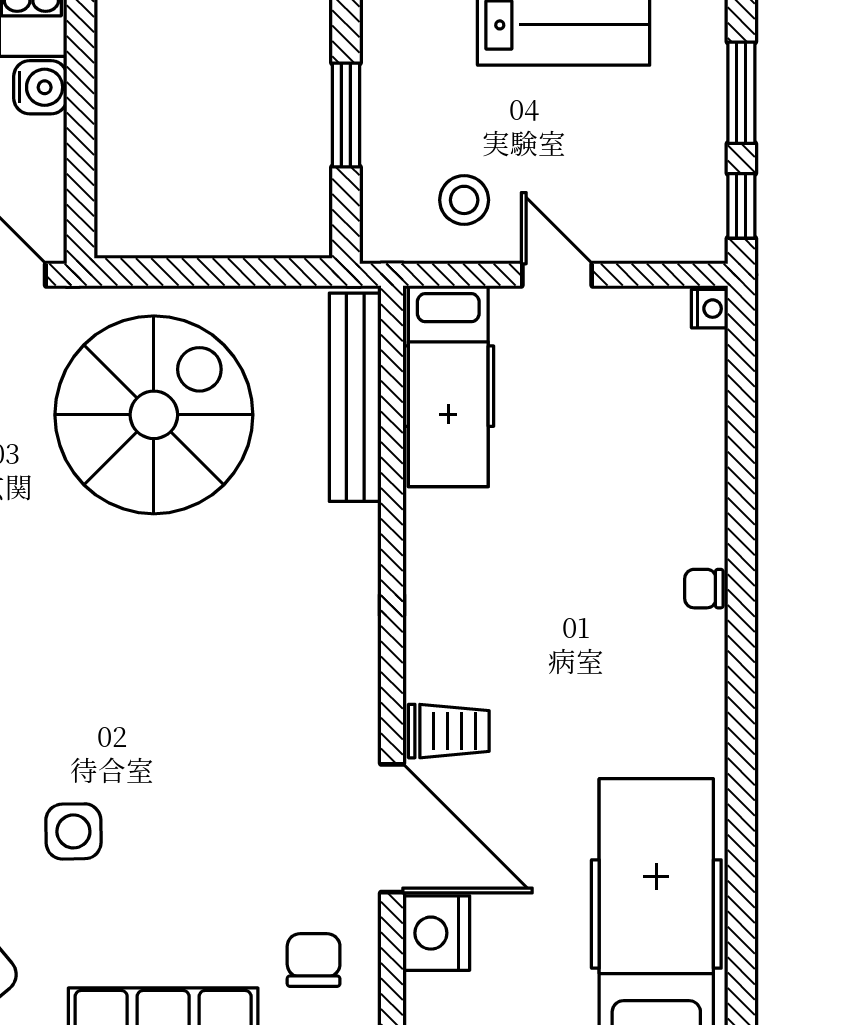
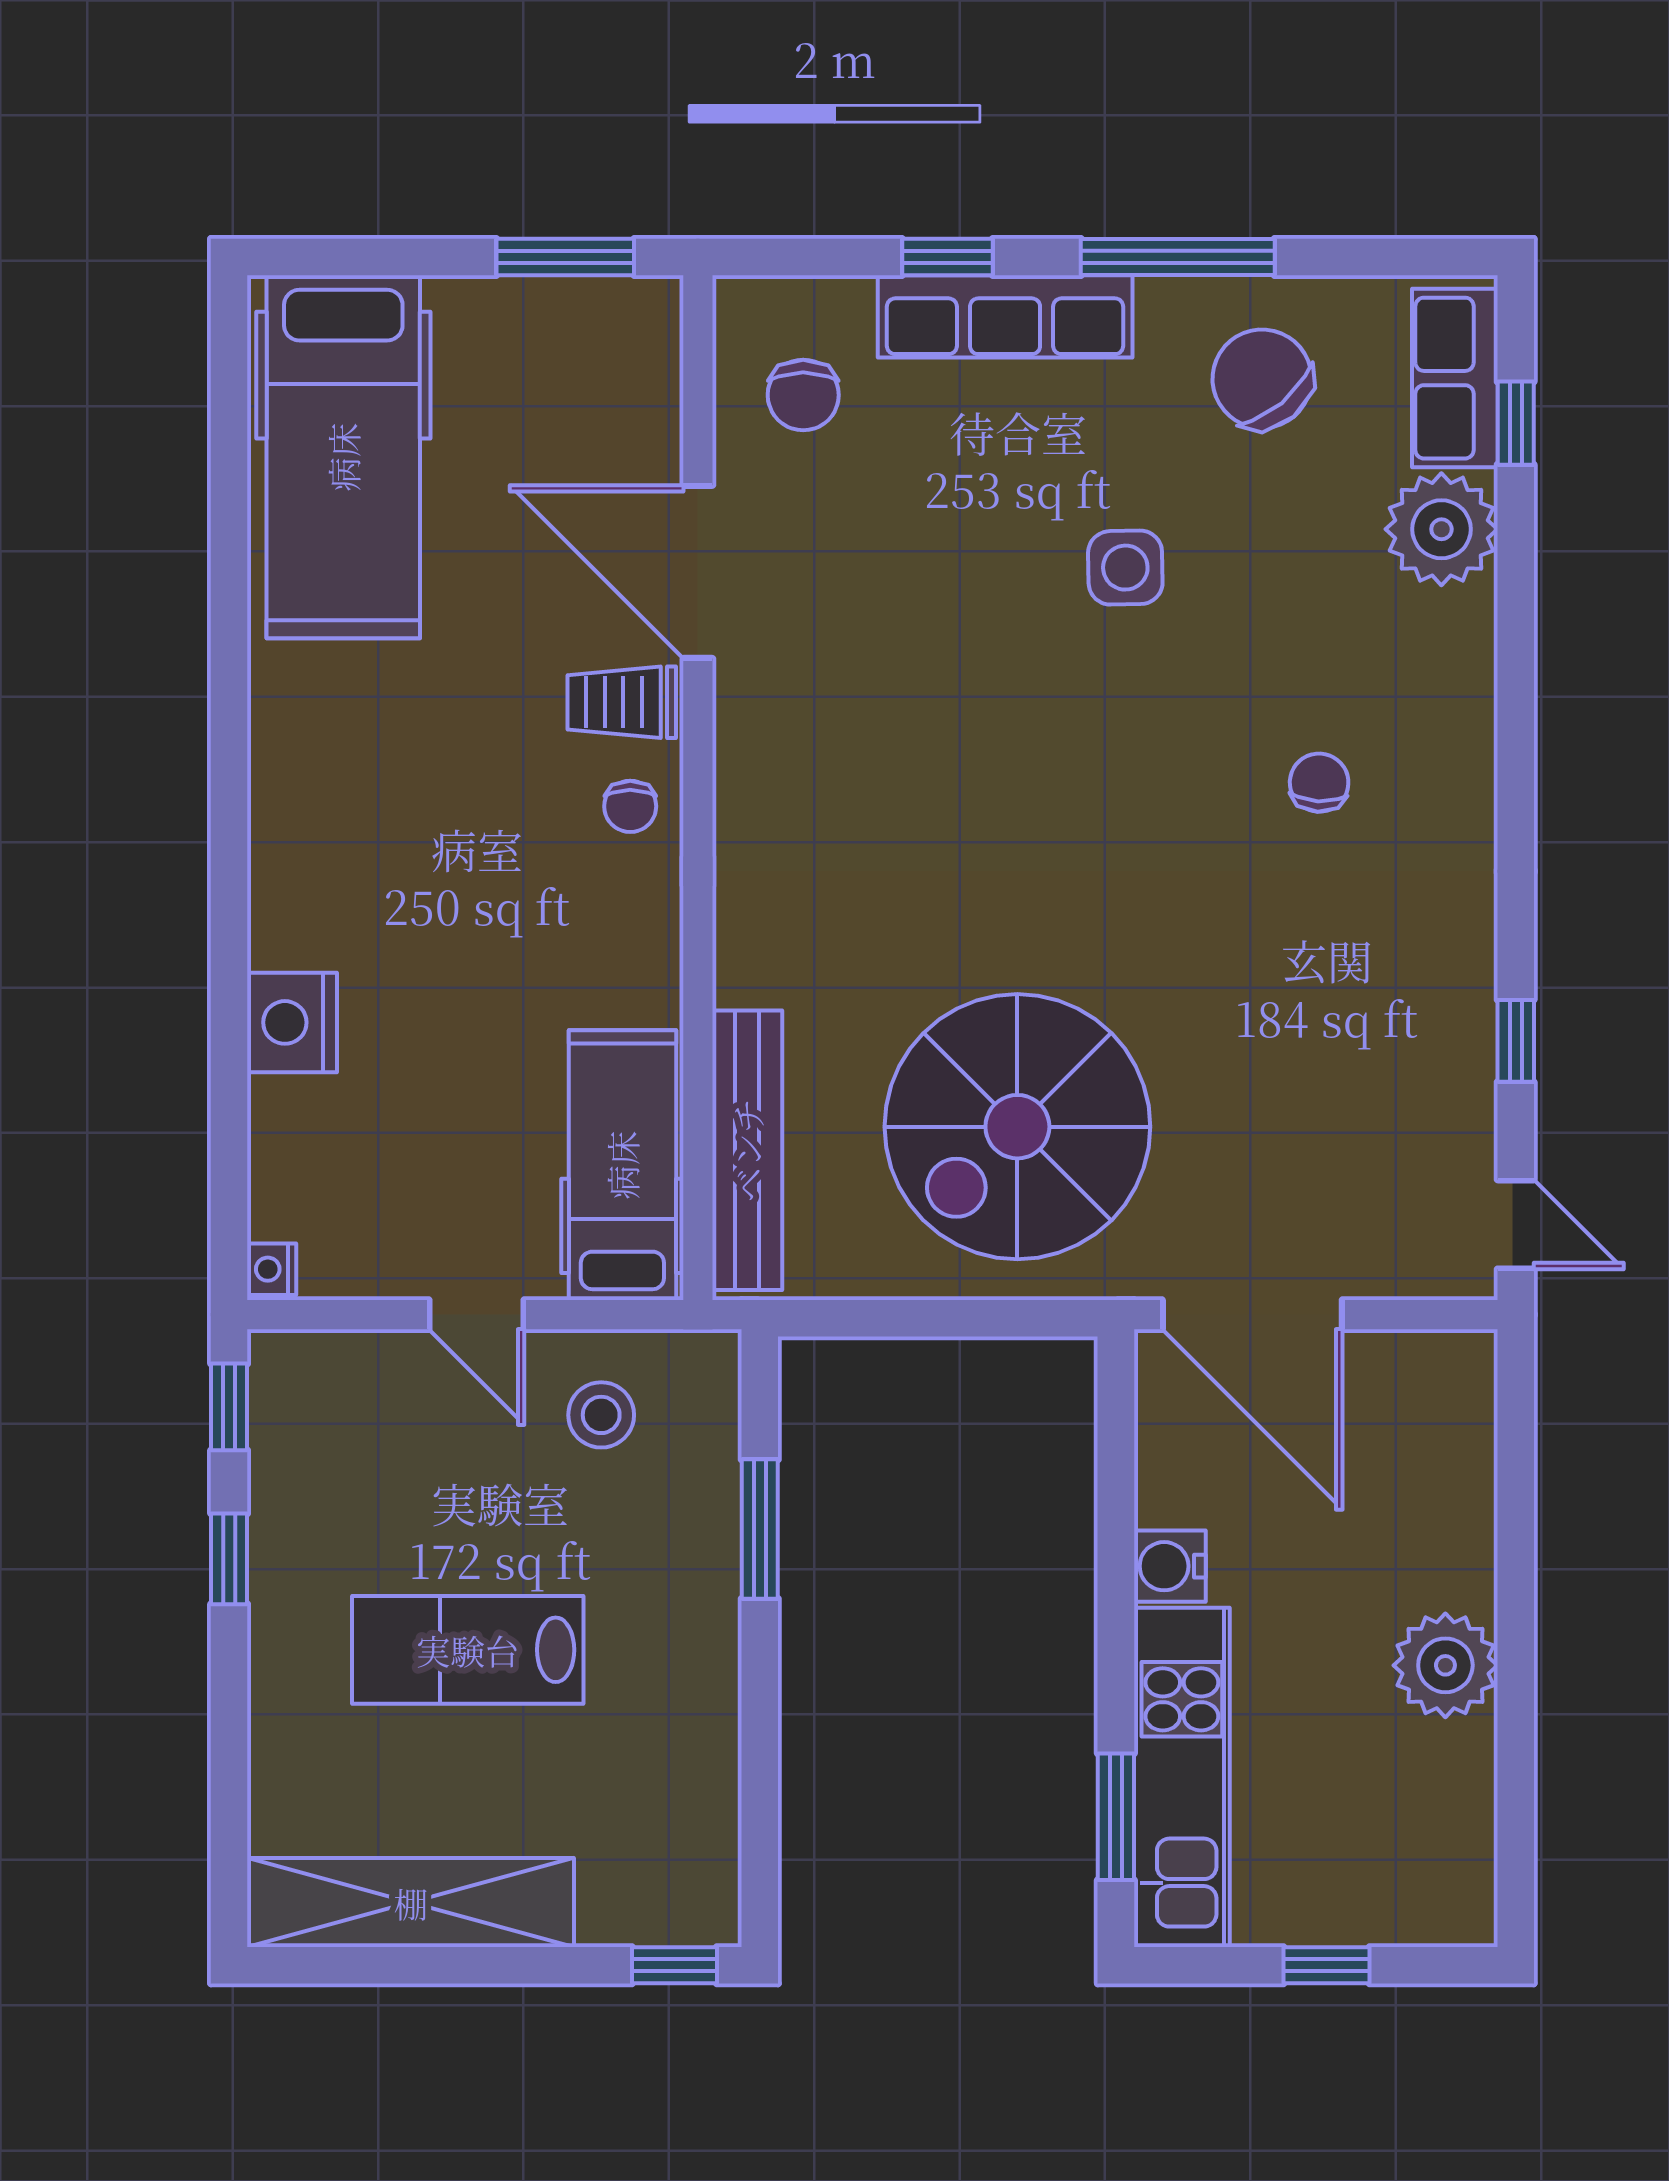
window: (741, 93) -> (229, 1559), width x0.67
chair: (704, 589) -> (630, 806), moved, turned 90
nightstand: (436, 933) -> (292, 1022), moved, turned 180

